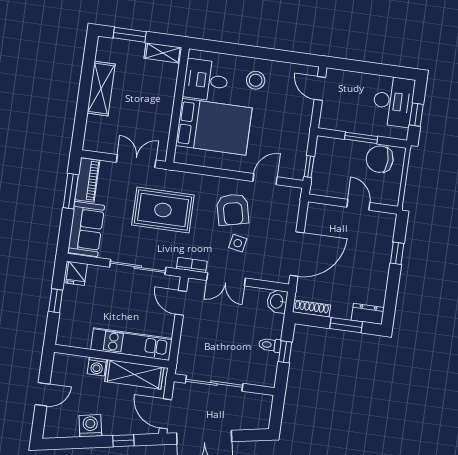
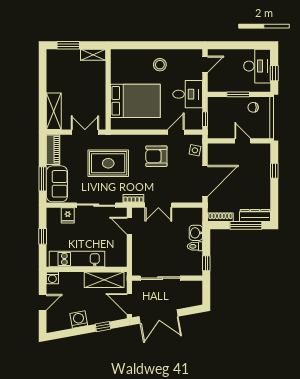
desk: (206, 80) -> (188, 94), moved, turned 180
door: (320, 88) -> (205, 64), swing flipped
shelving: (101, 89) -> (54, 111), moved
chair: (380, 159) -> (253, 107), width x0.54, depth x0.54
window: (71, 191) -> (43, 179), moved
armchair: (233, 209) -> (156, 156), turned 103
side table: (238, 243) -> (195, 150), moved
fridge: (77, 273) -> (68, 215), moved
washbasin: (277, 301) -> (196, 233), moved
dresser: (368, 314) -> (255, 215), width x1.44
window: (346, 325) -> (246, 225), width x1.44
kitchen unit: (131, 344) -> (77, 259), moved
window: (285, 352) -> (206, 263), moved
washing machine: (97, 367) -> (52, 278), moved

